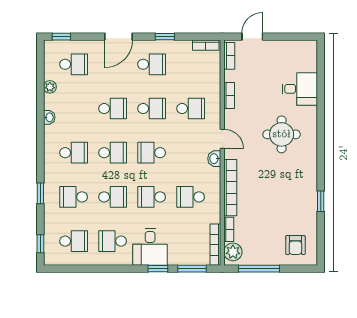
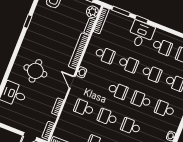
school desk: (113, 197) -> (152, 73), turned 180

